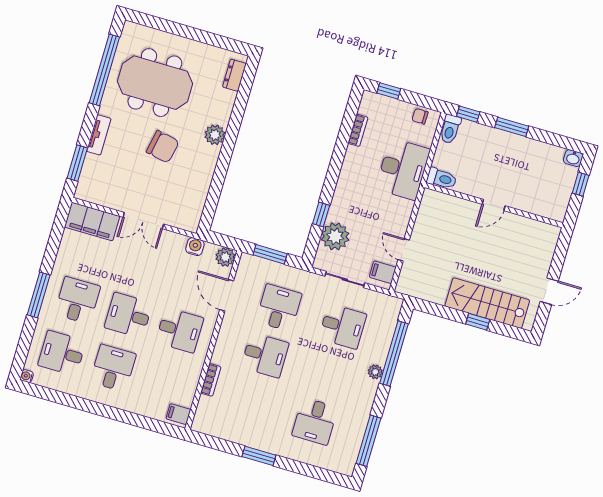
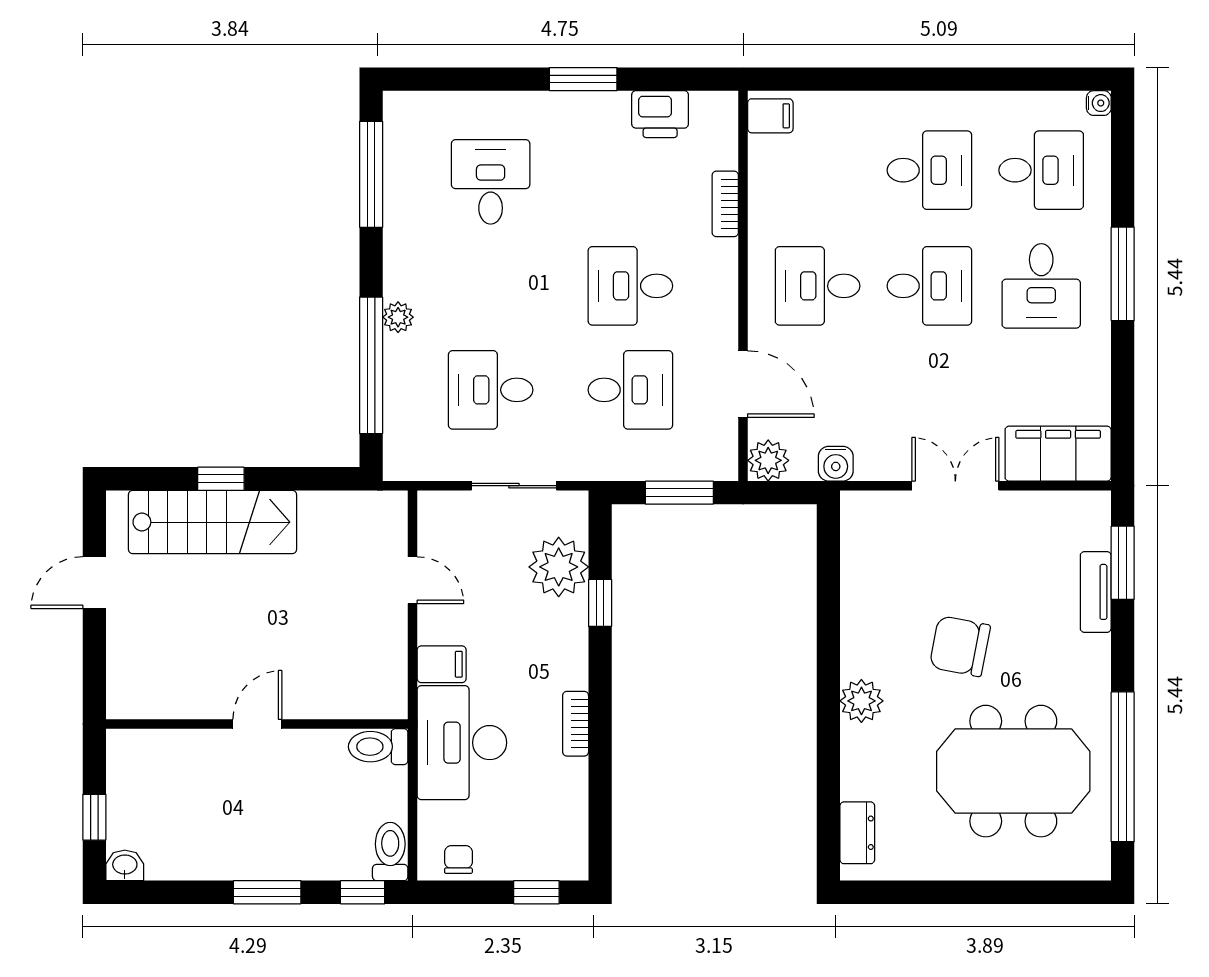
chair: (420, 116) -> (458, 859), turned -90
bookcase: (358, 130) -> (576, 724), moved
tv unit: (99, 135) -> (1096, 592), moved
filing cabinet: (383, 272) -> (442, 664), moved
desk: (279, 308) -> (630, 390), turned -90
desk: (113, 368) -> (929, 170), turned -90
printer: (228, 430) -> (660, 114), added

